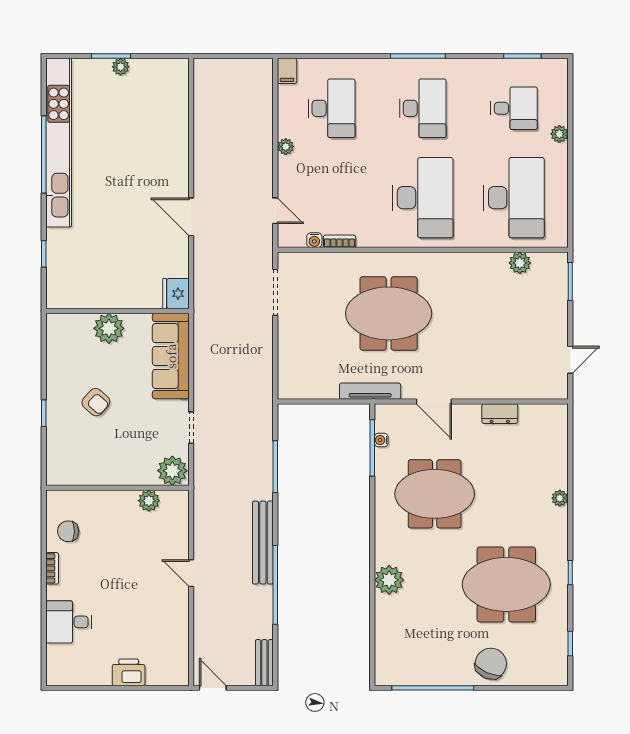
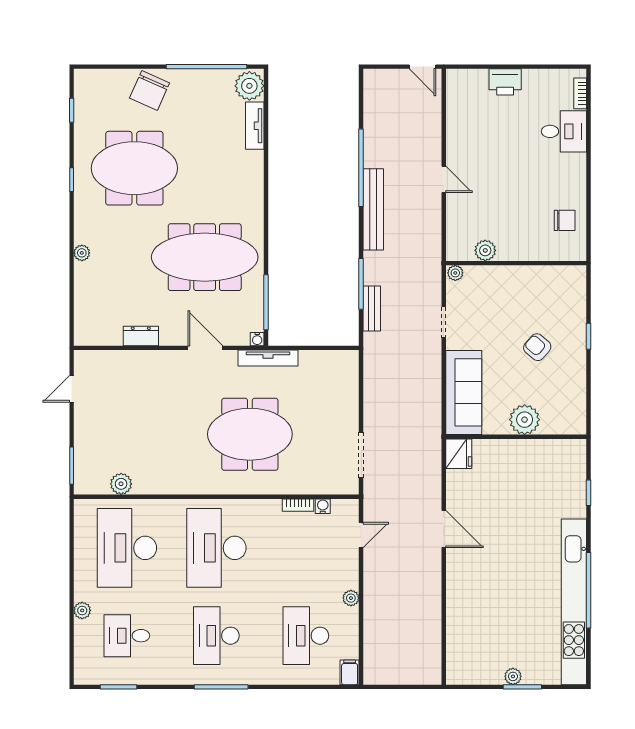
door: (275, 211) -> (361, 535), swing flipped
water cooler: (381, 440) -> (257, 339), moved, turned 90
plant: (172, 471) -> (455, 273), width x0.53, depth x0.53
meeting table: (435, 494) -> (205, 257), width x1.36
bookcase: (52, 568) -> (580, 93), moved
plant: (389, 580) -> (249, 86), moved
tv unit: (384, 628) -> (255, 126), added
bench: (264, 663) -> (372, 308), moved

